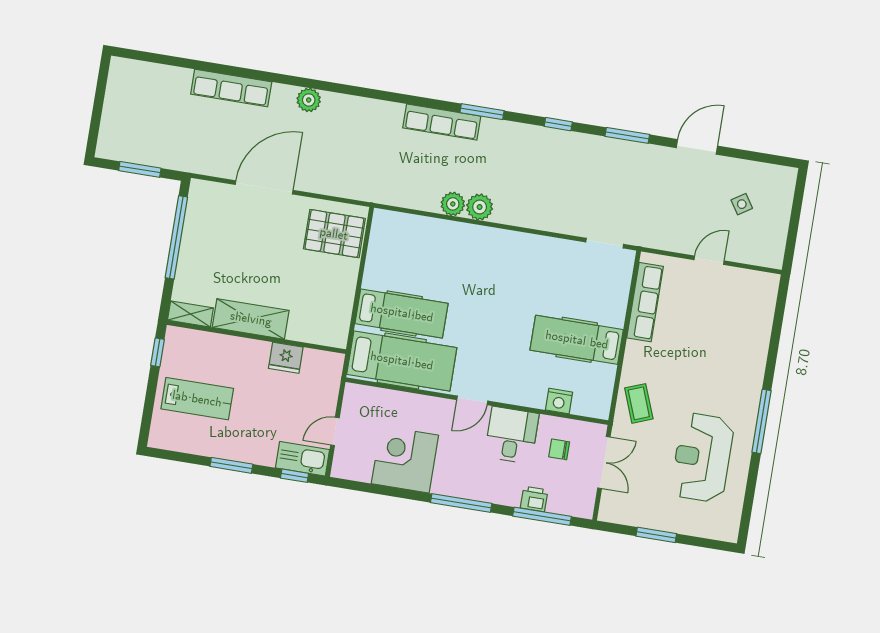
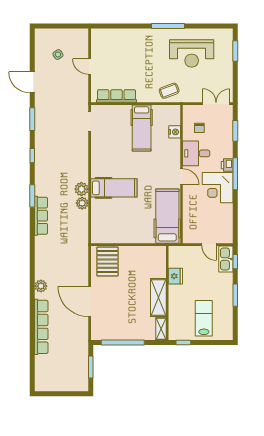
row of seats: (231, 88) -> (41, 327), width x1.36
hospital bed: (402, 313) -> (114, 188), moved, turned 90
corner desk: (405, 459) -> (218, 188), moved
double door: (604, 463) -> (216, 104), moved
printer: (534, 499) -> (227, 165), moved
window: (542, 516) -> (235, 131), width x0.69
window: (656, 535) -> (235, 51), moved

